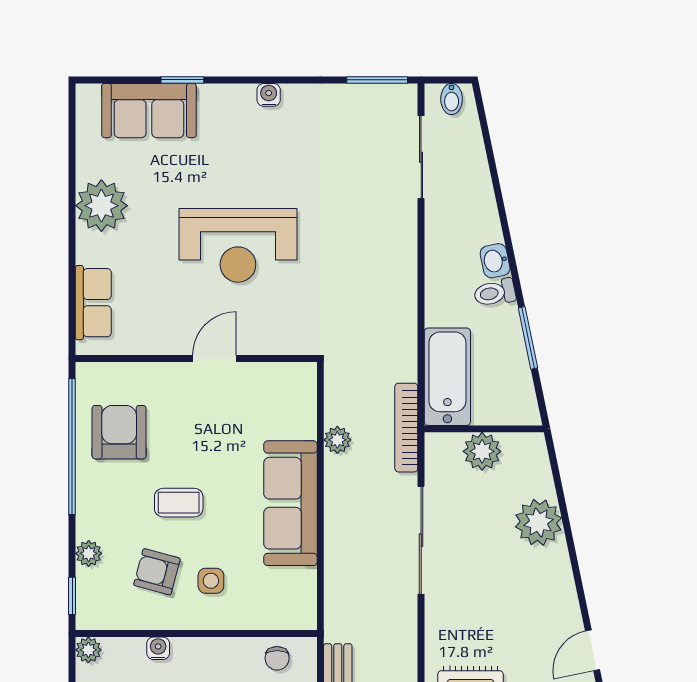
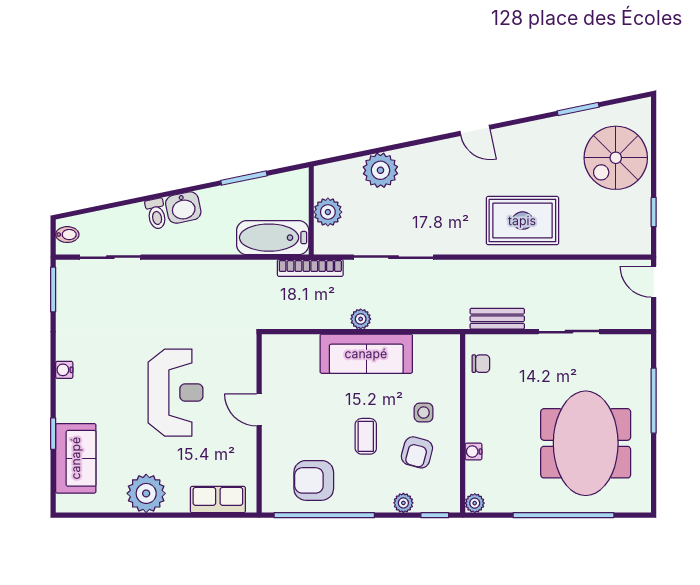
washbasin: (495, 261) -> (183, 208), width x1.38, depth x1.45
toilet: (495, 293) -> (156, 214), moved
plant: (337, 440) -> (361, 319), moved

